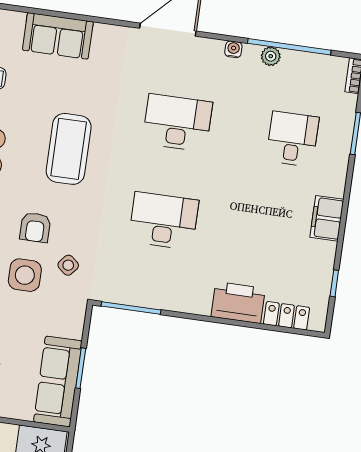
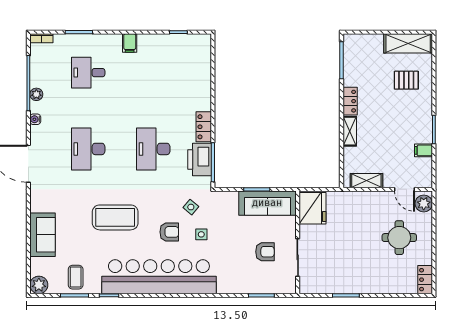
filing cabinet: (327, 218) -> (130, 43), width x0.50
side table: (25, 275) -> (201, 234), width x0.54, depth x0.54
printer: (238, 303) -> (200, 160), moved
locker: (286, 316) -> (204, 127), moved

